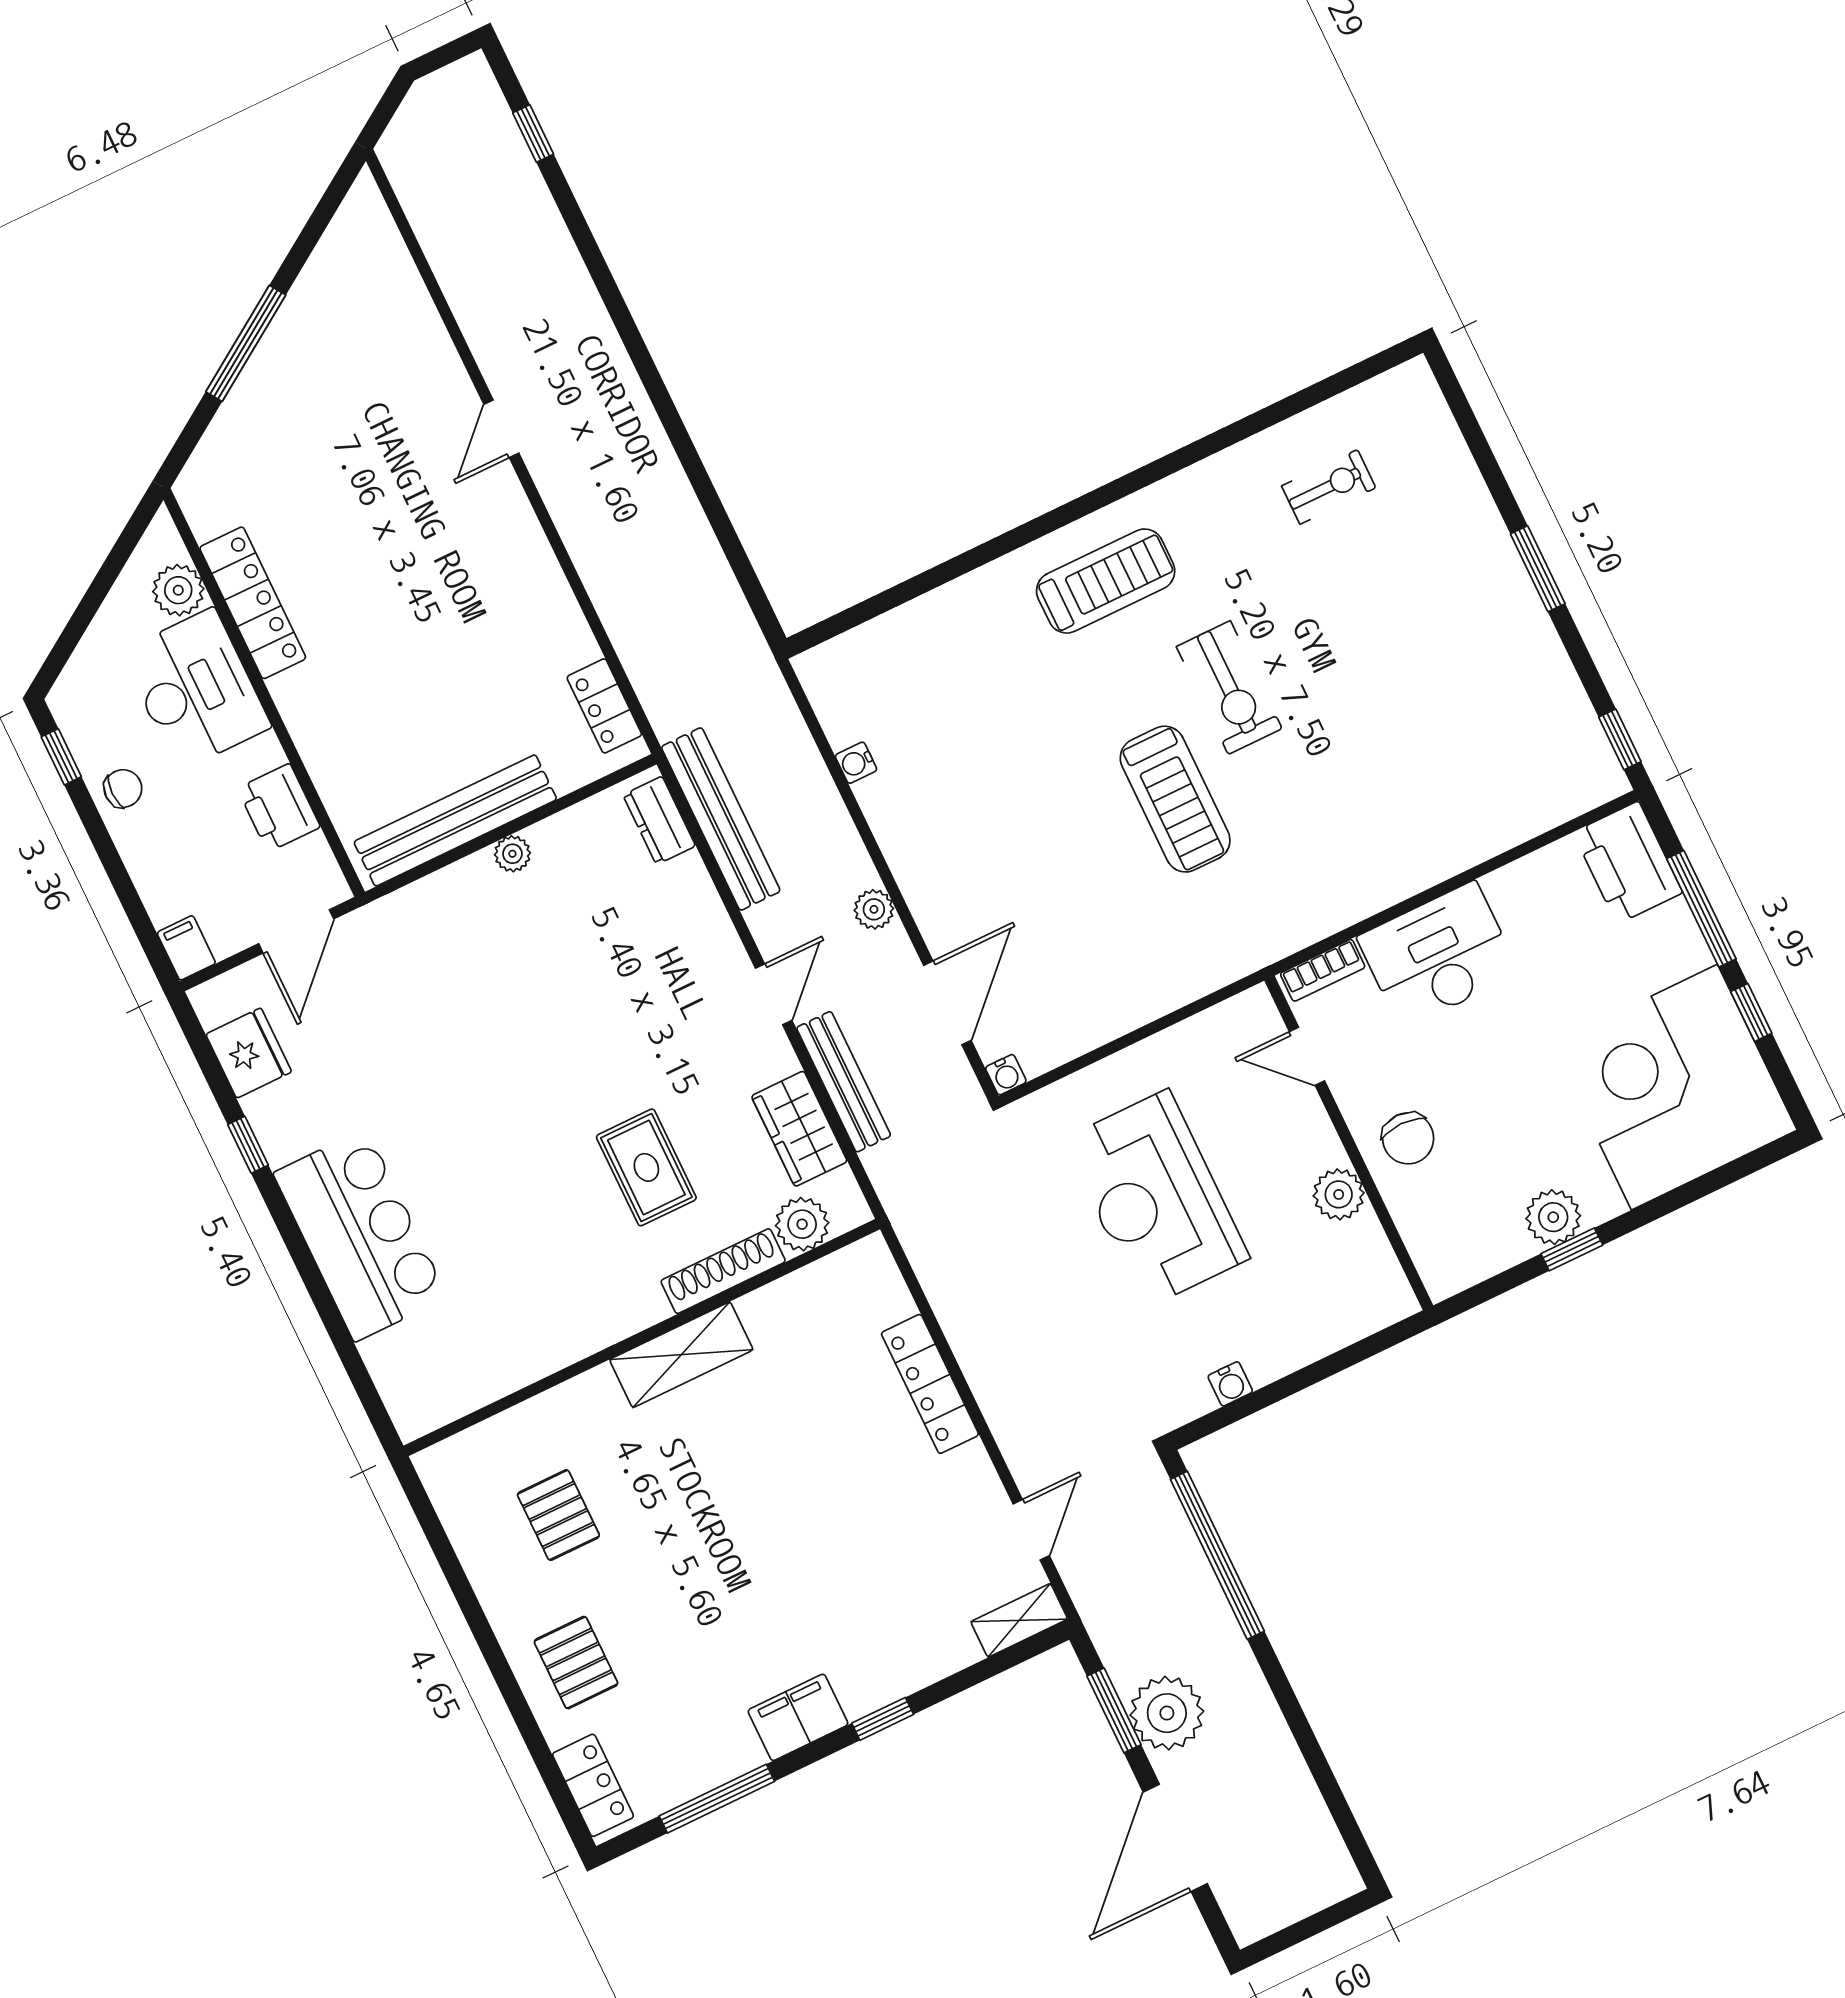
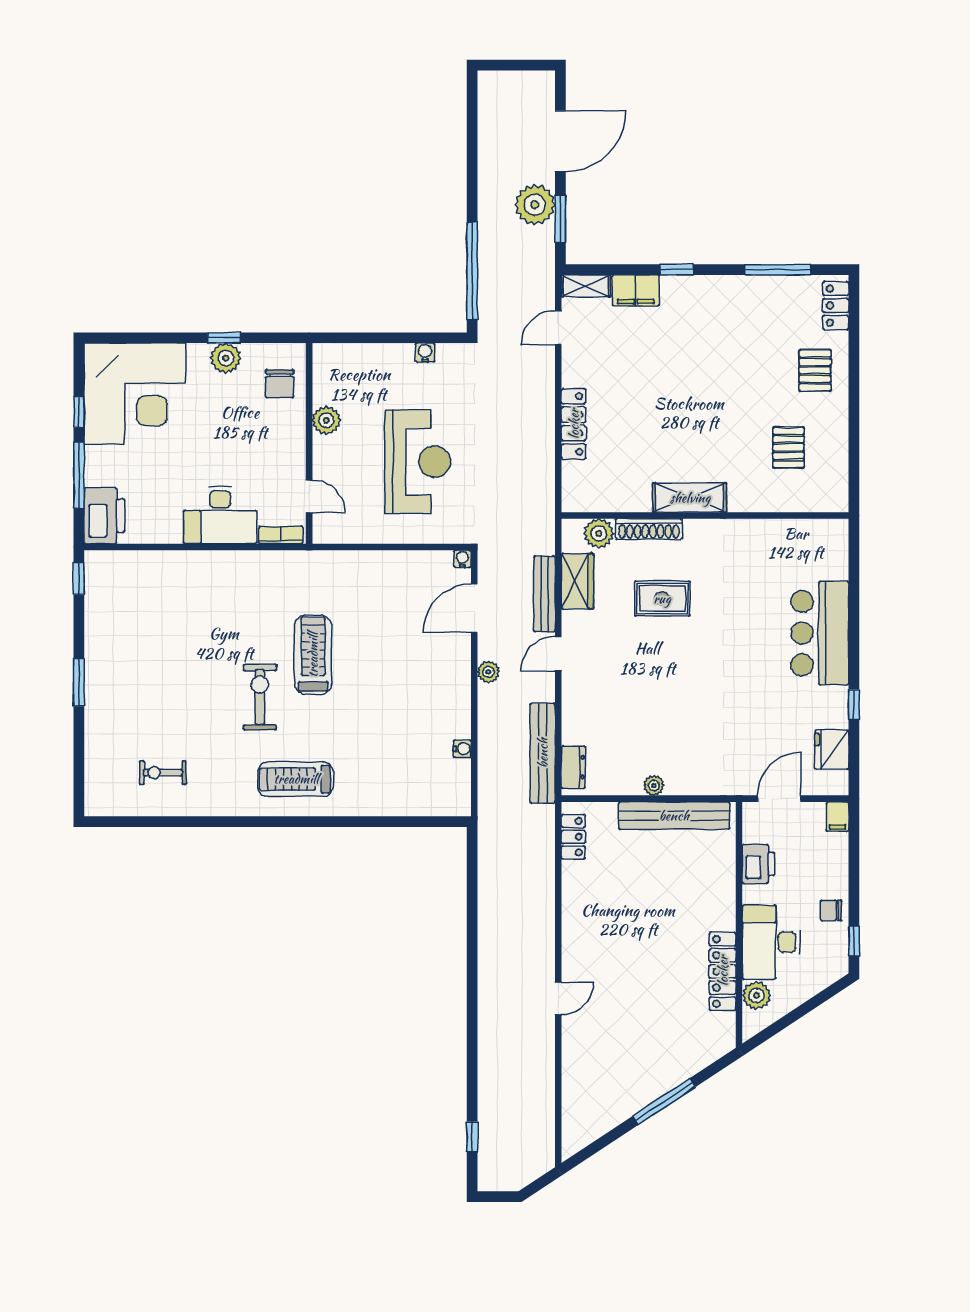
chair: (1408, 1138) -> (280, 384), moved, turned 180
rug: (646, 1167) -> (662, 599), turned 90
filing cabinet: (798, 1717) -> (636, 290), moved

